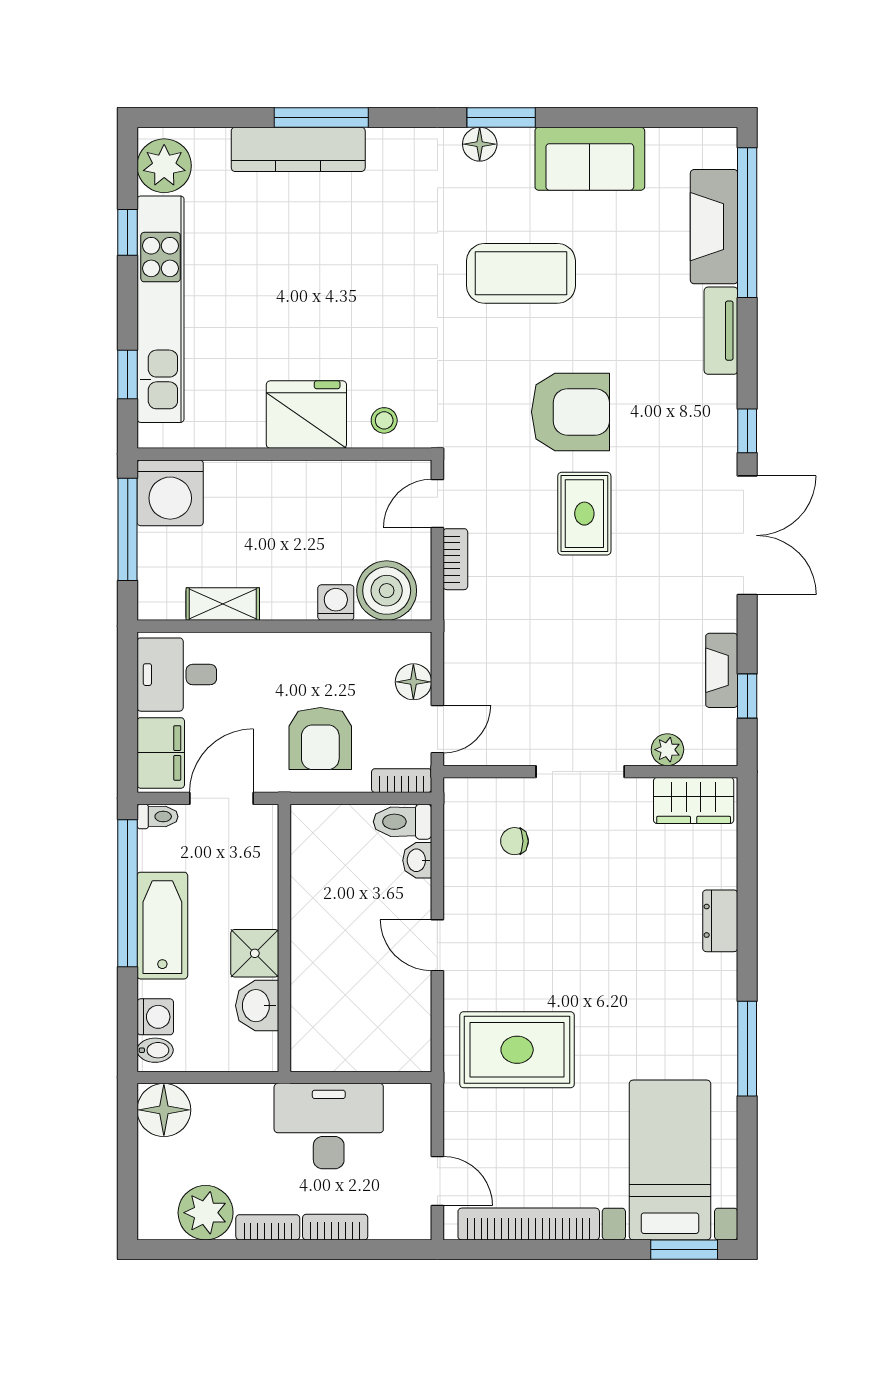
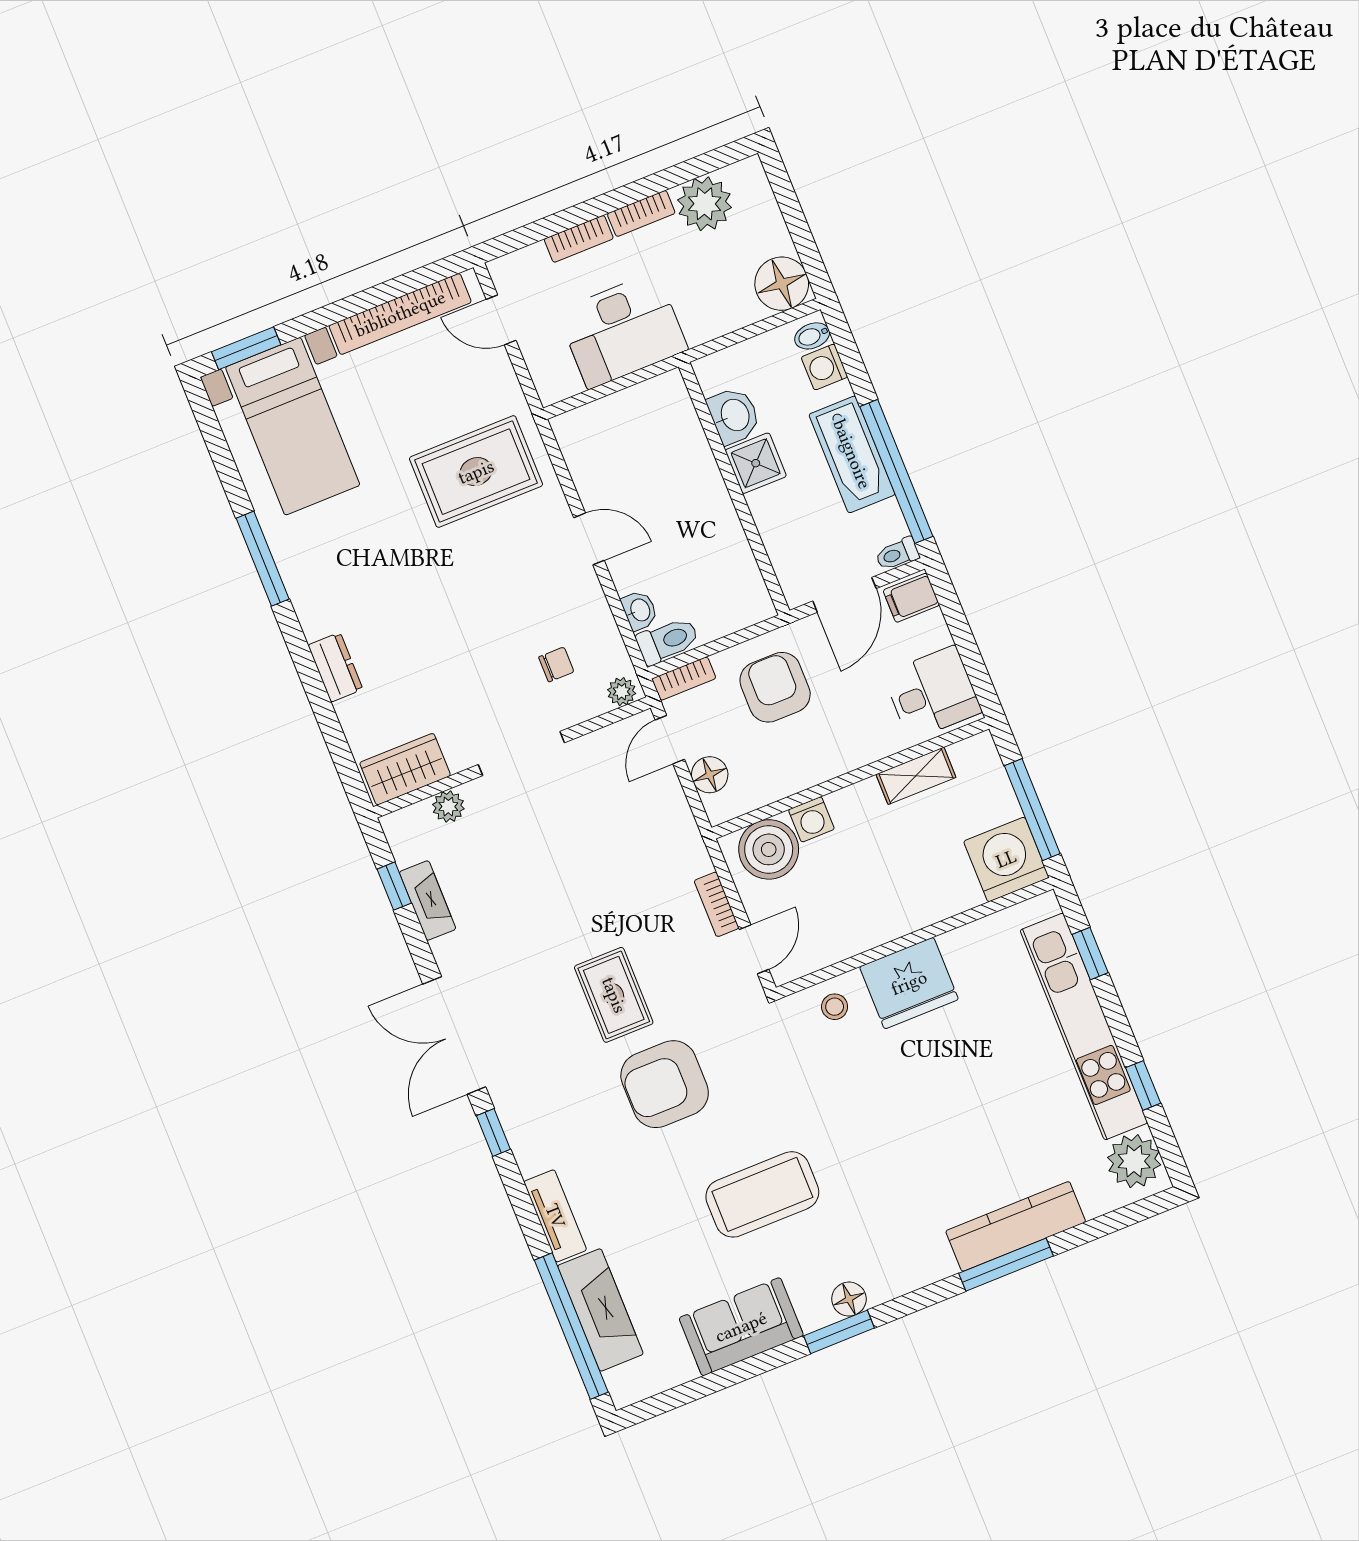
filing cabinet: (161, 753) -> (911, 598), width x0.50
plant: (464, 792) -> (622, 692), added

